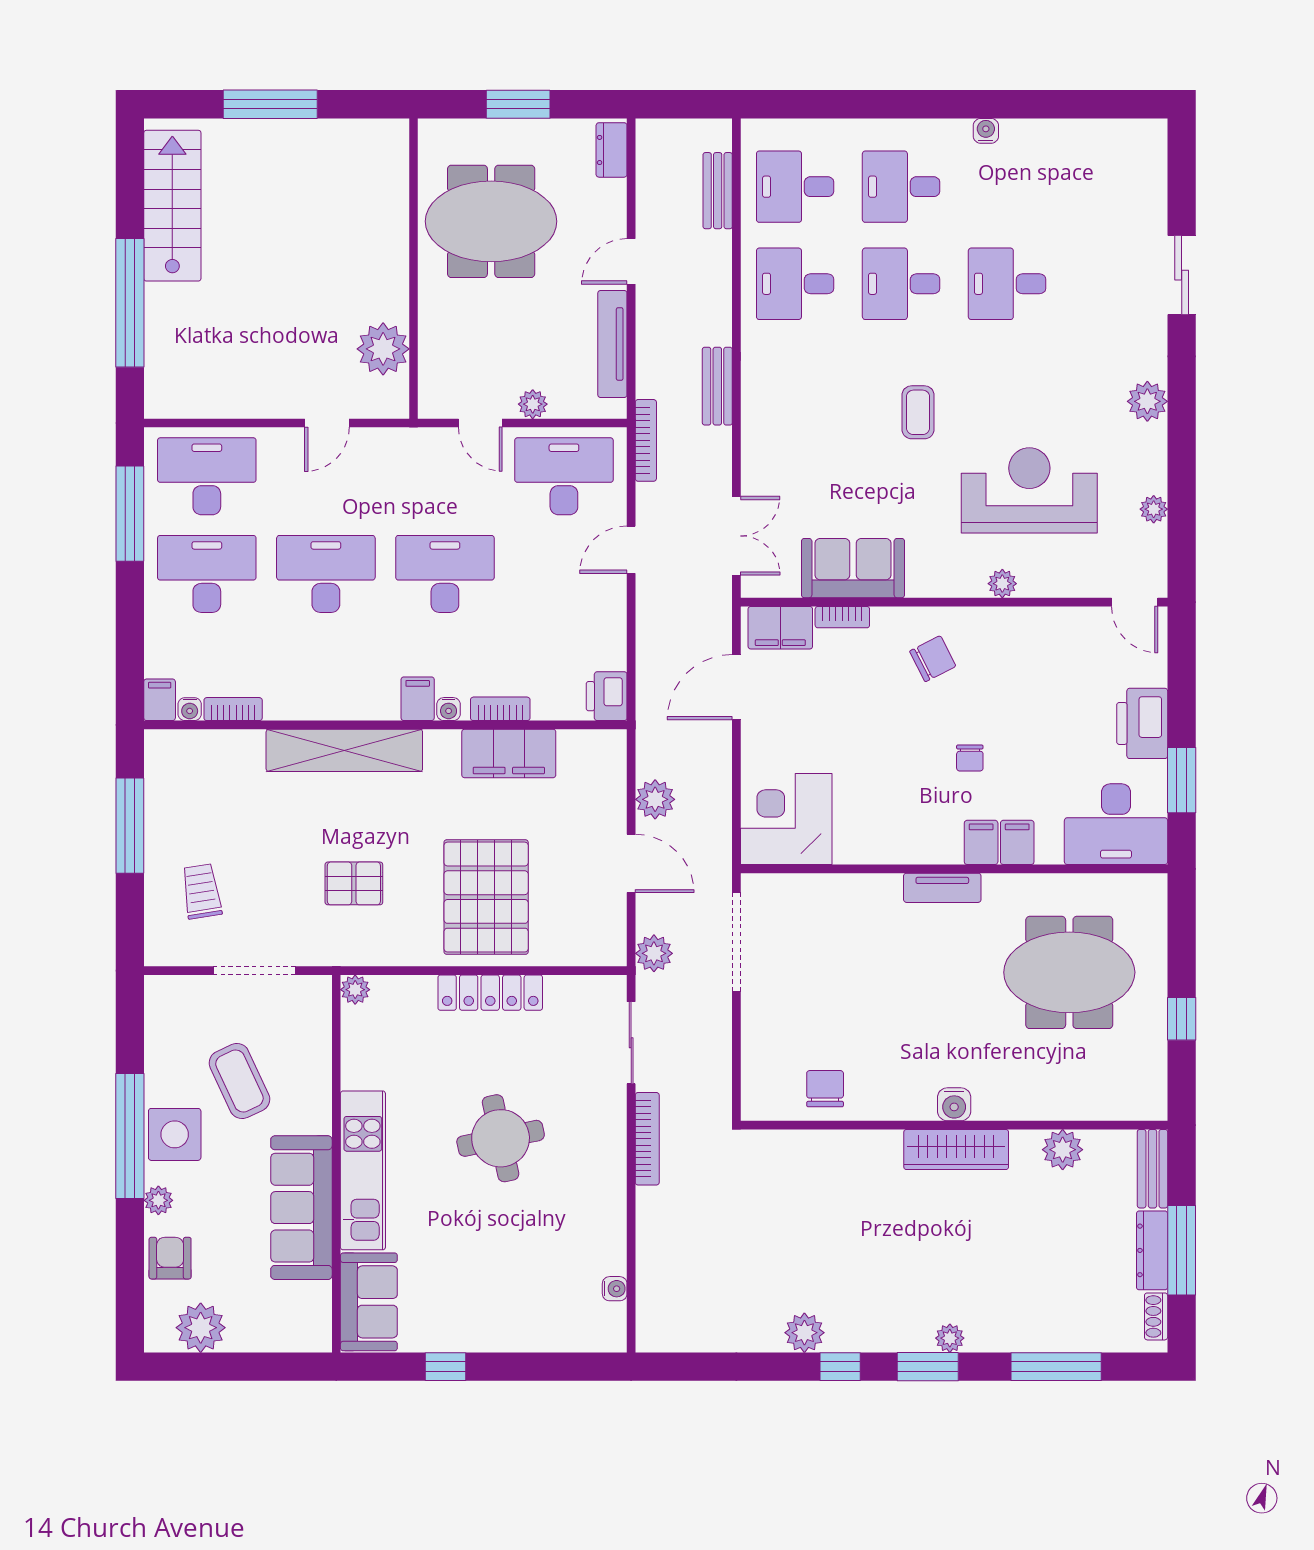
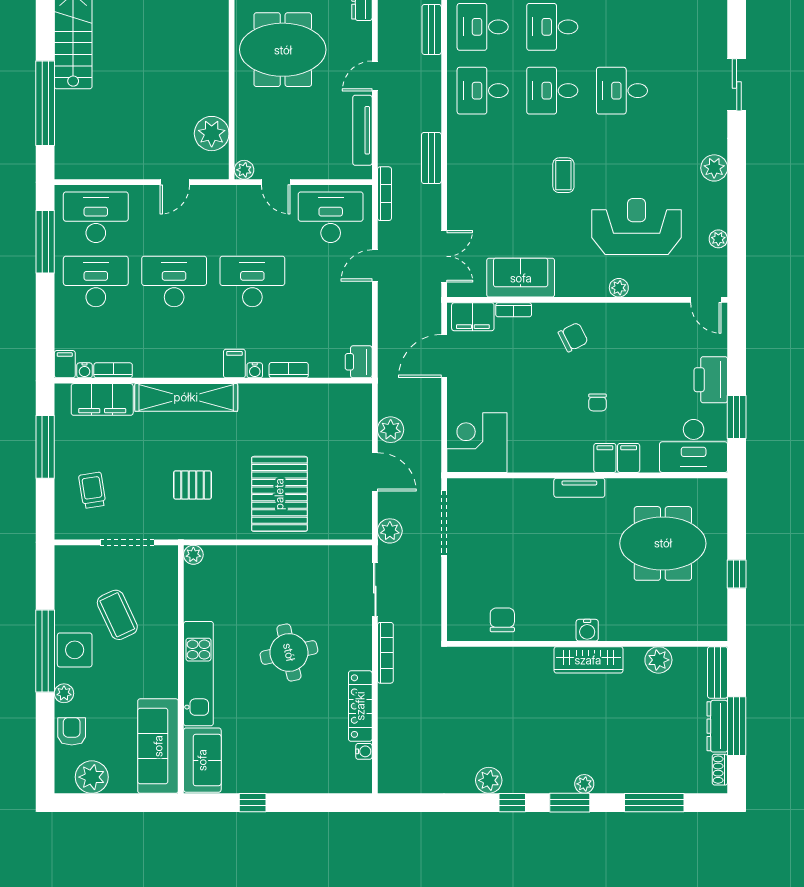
plant: (533, 404) -> (244, 170), moved
filing cabinet: (509, 753) -> (102, 399), moved
locker: (490, 993) -> (360, 706), moved, turned 90
sofa: (301, 1208) -> (158, 746), moved

